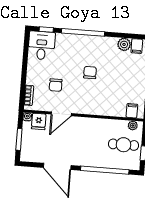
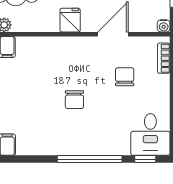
plant: (124, 44) -> (27, 146), removed
fridge: (39, 121) -> (70, 20), moved

